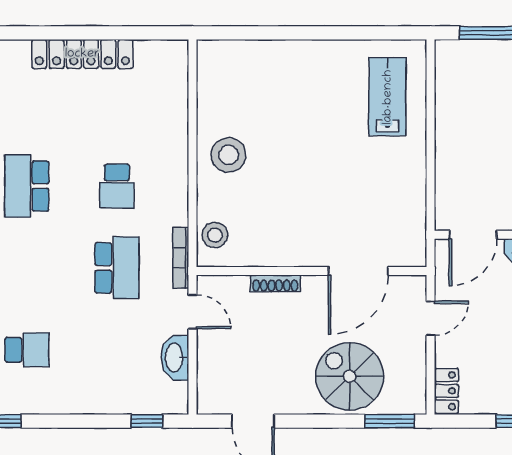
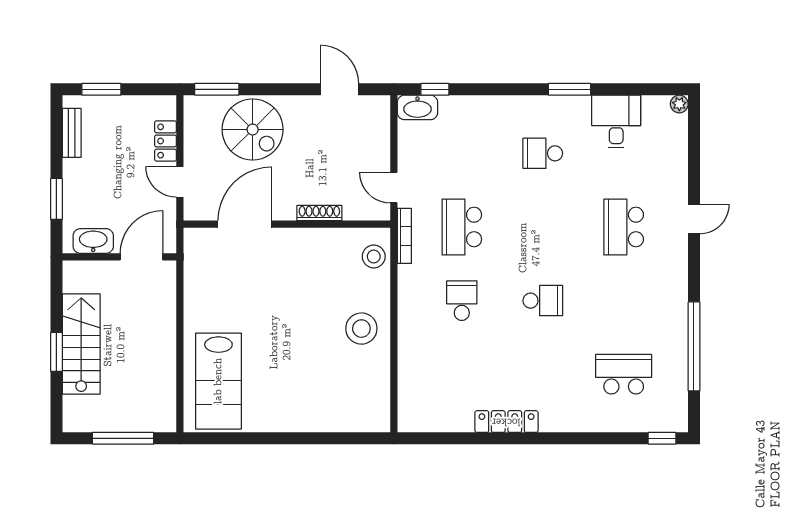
locker: (82, 54) -> (506, 422), width x0.71, depth x0.83
lab bench: (388, 97) -> (218, 381), width x1.36, depth x1.39
school desk: (27, 186) -> (543, 301), width x0.54
door: (431, 318) -> (180, 182), hinge flipped
washbasin: (175, 358) -> (417, 107), moved, turned 90
locker: (446, 391) -> (165, 141), moved

